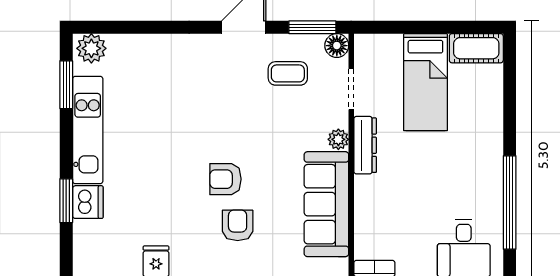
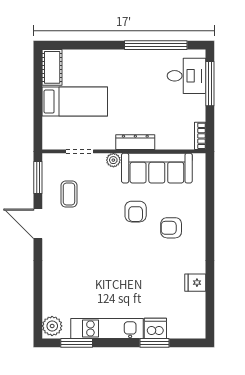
floor lamp: (337, 46) -> (50, 161), removed
dresser: (365, 145) -> (135, 142), moved
armchair: (225, 179) -> (136, 212), moved

